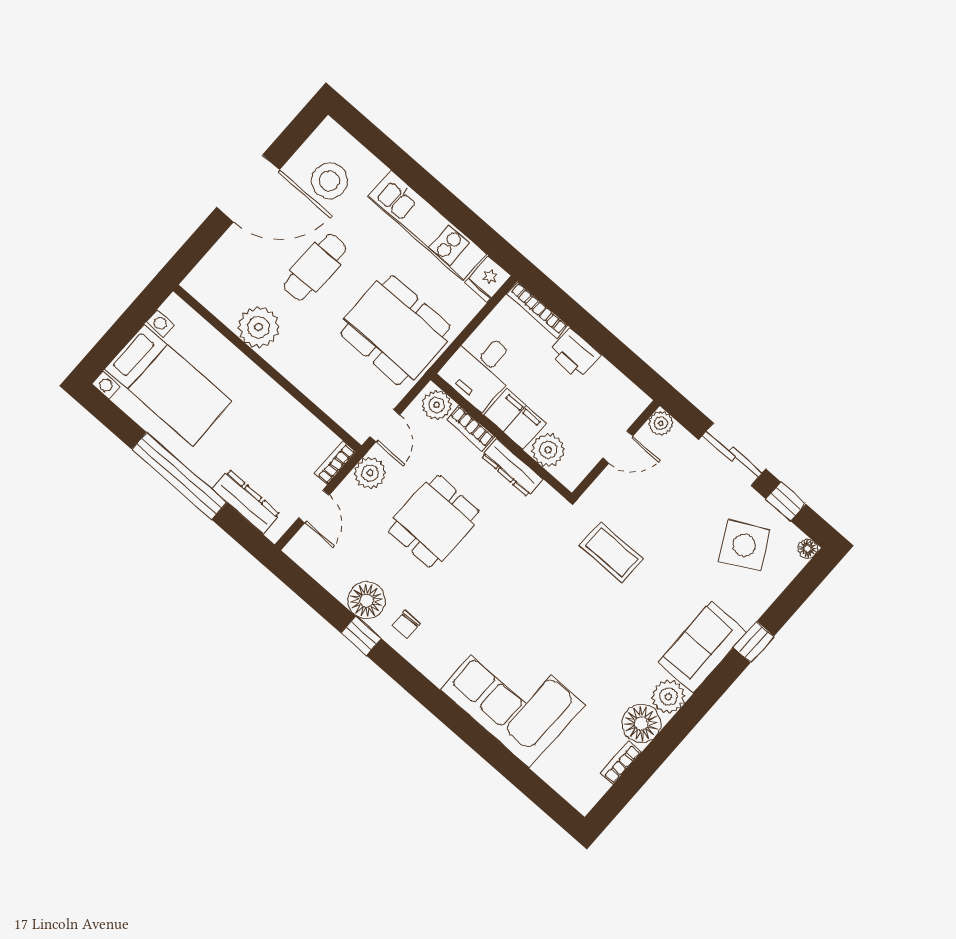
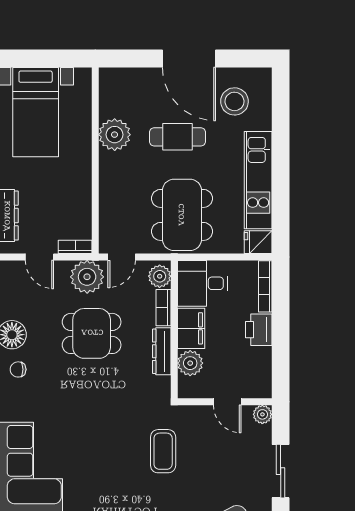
plant: (370, 473) -> (87, 277), width x1.36, depth x1.36
door: (314, 506) -> (39, 257), hinge flipped

